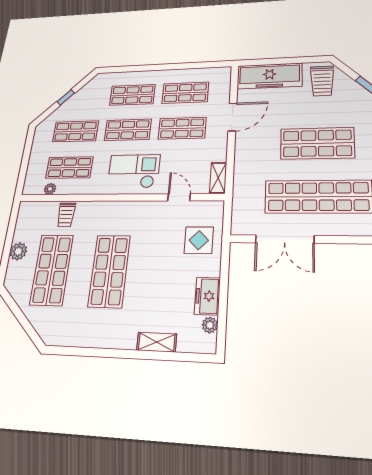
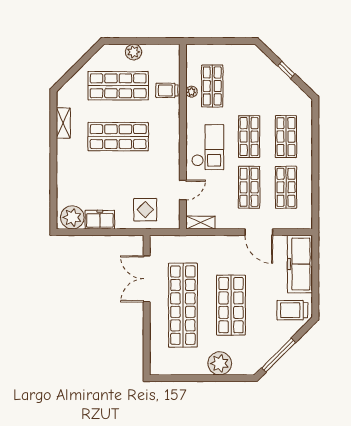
shop shelf: (76, 131) -> (249, 86), removed
plant: (50, 189) -> (191, 92), moved
plant: (210, 325) -> (72, 217), width x1.87, depth x1.87
shelving: (157, 342) -> (63, 123), moved

